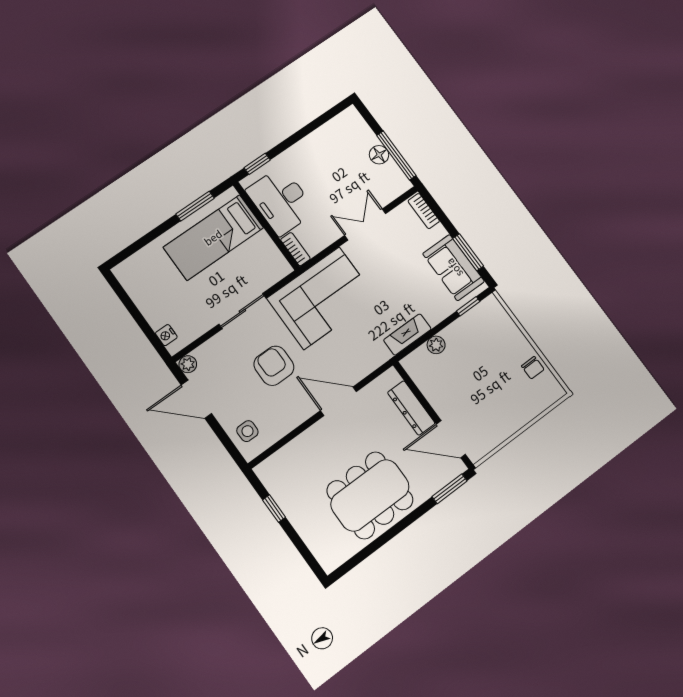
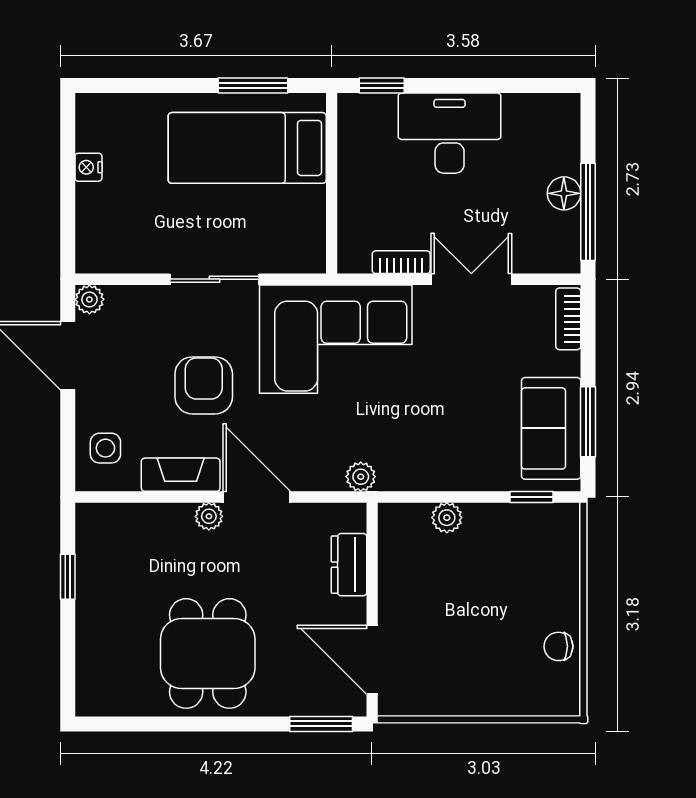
desk: (281, 201) -> (450, 133), moved, turned 90
bookcase: (295, 249) -> (401, 262), moved, turned -90
fireplace: (407, 334) -> (181, 475), moved
nightstand: (166, 335) -> (88, 167), moved
plant: (381, 355) -> (361, 477), added
chair: (533, 368) -> (558, 646), turned 90
dresser: (411, 408) -> (349, 565), width x0.70
plant: (322, 427) -> (209, 516), added
dining table: (370, 495) -> (208, 653), width x0.73

